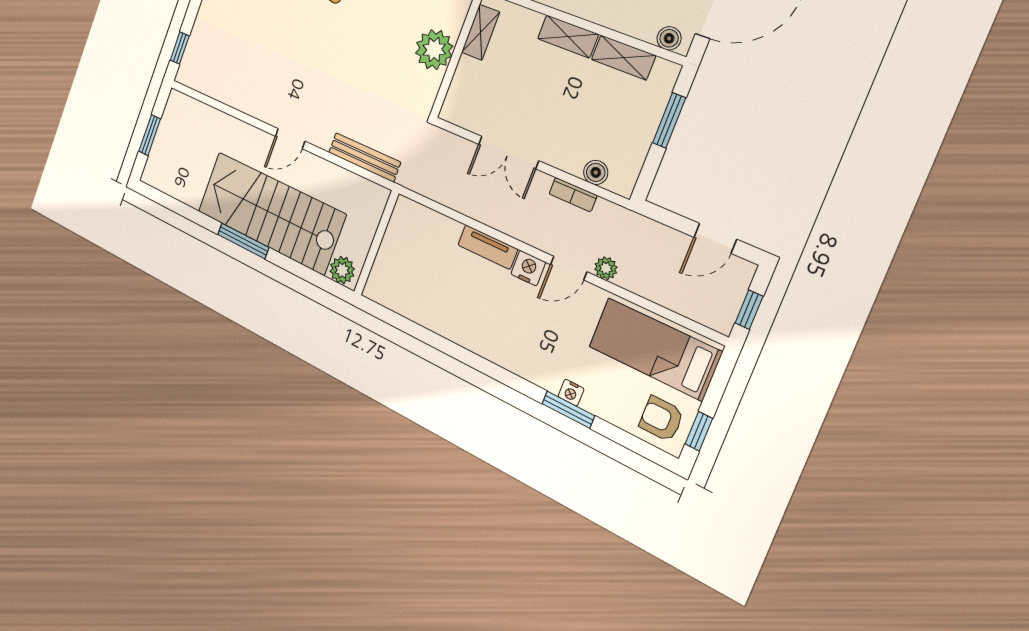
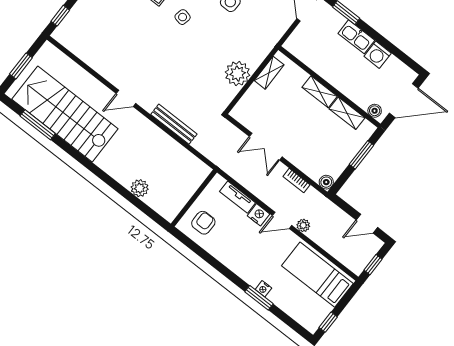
boiler: (596, 172) -> (326, 182), moved
stairs: (271, 213) -> (65, 114), moved
window: (243, 241) -> (38, 125), moved
wall: (376, 243) -> (194, 198), moved
armchair: (661, 419) -> (203, 223), moved, turned 90

